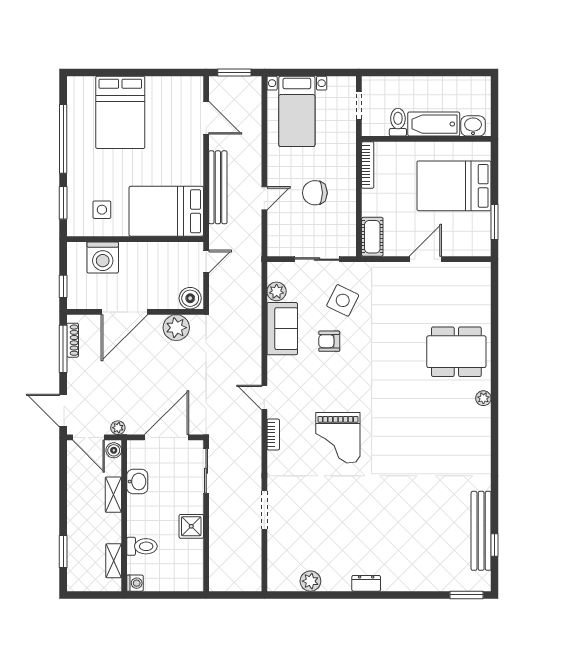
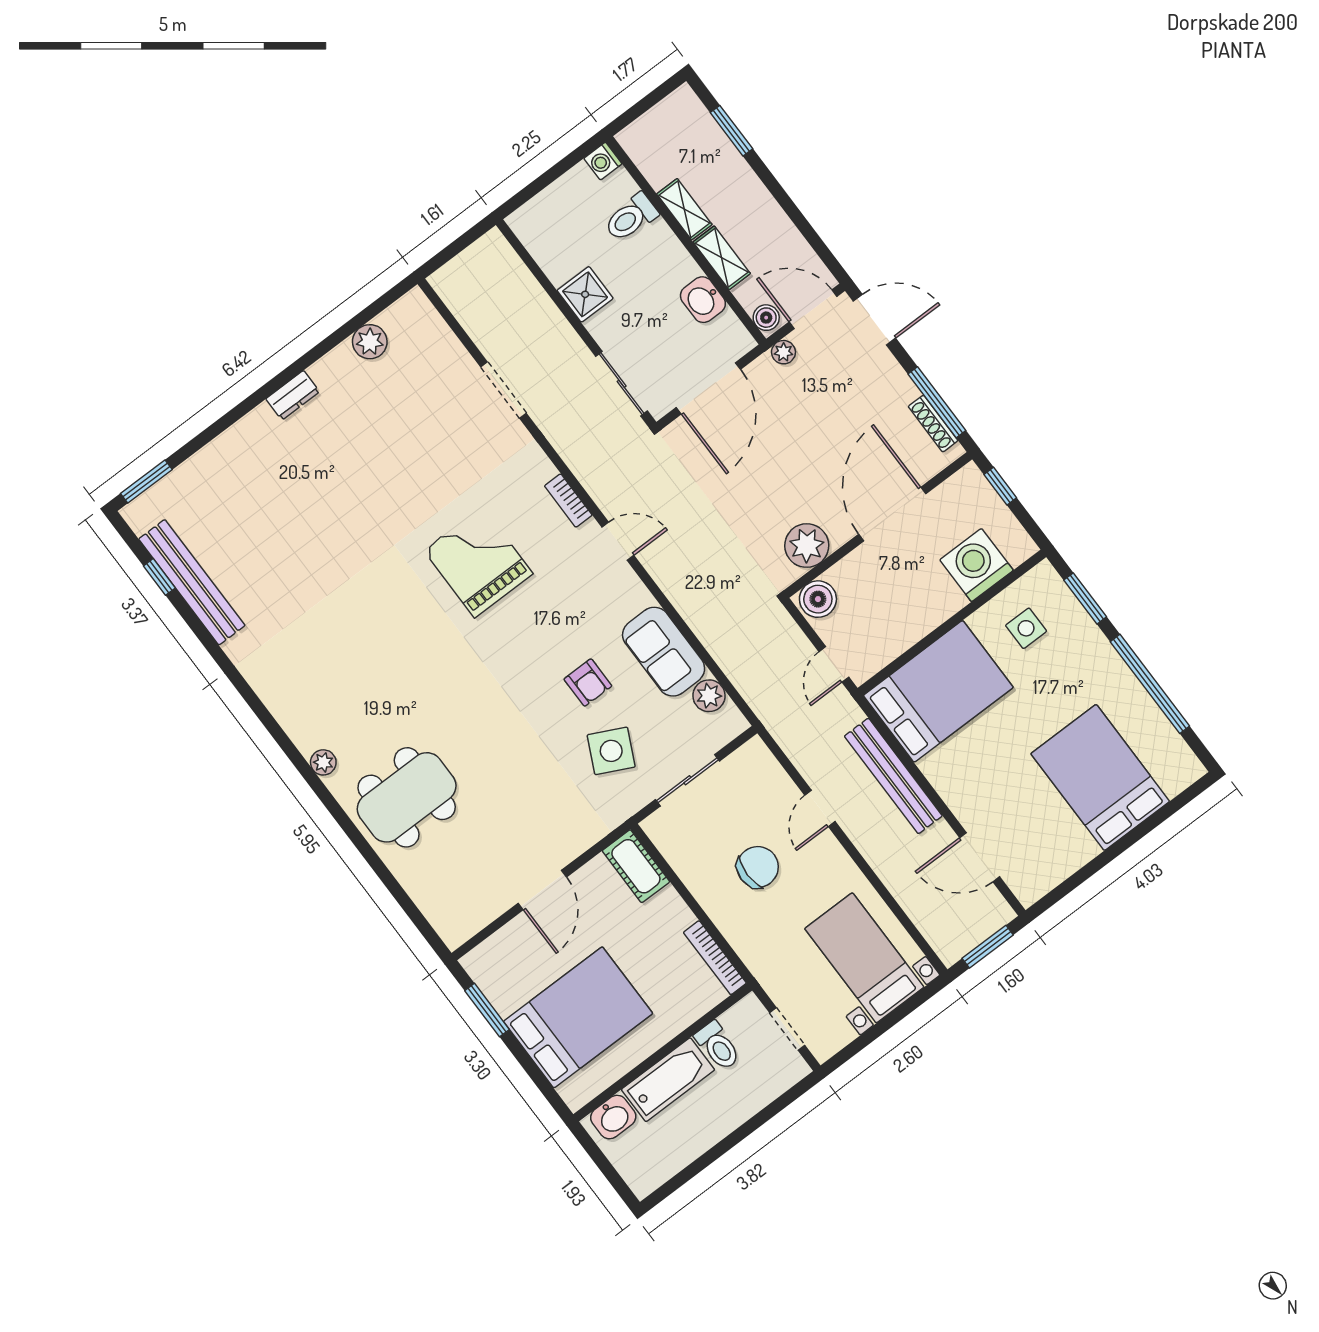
armchair: (329, 341) -> (588, 683), turned 90
shelving: (114, 561) -> (684, 209), moved

